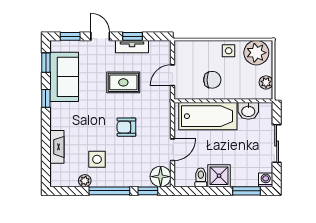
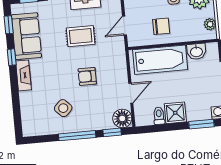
fireplace: (57, 147) -> (23, 75), moved
side table: (97, 159) -> (63, 108), turned 45
plant: (85, 181) -> (54, 129), removed

